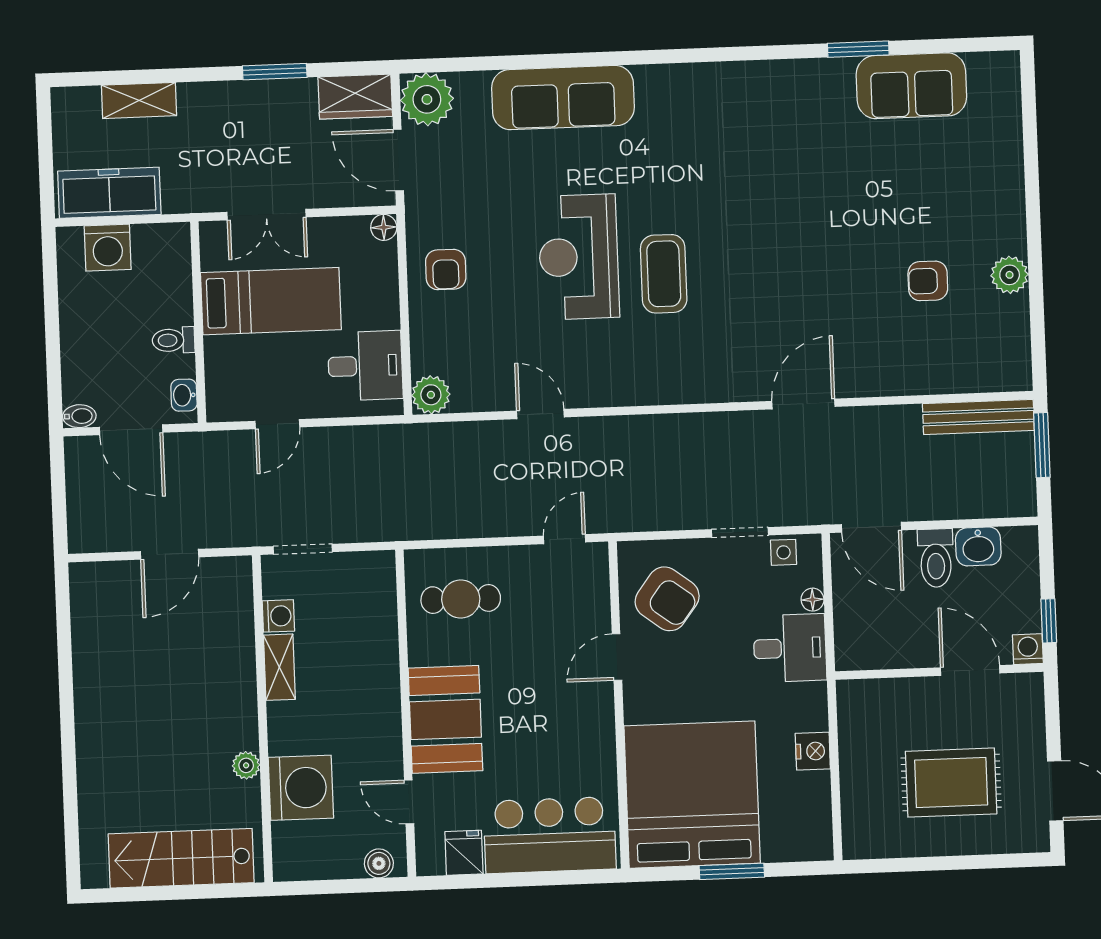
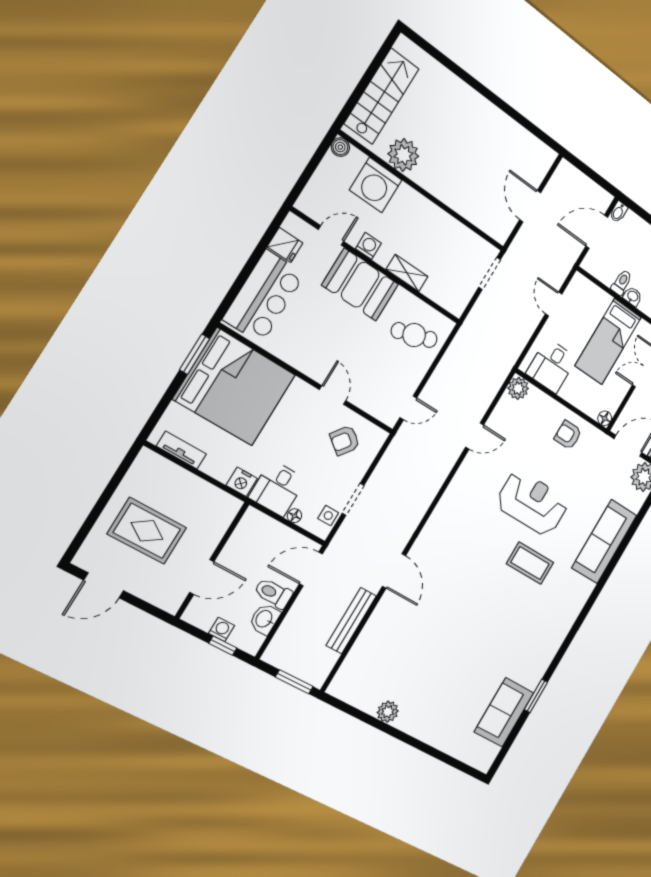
coffee table: (664, 274) -> (530, 563), moved
armchair: (928, 281) -> (411, 669), removed
washbasin: (184, 395) -> (633, 296), moved
bench: (978, 417) -> (351, 621), moved
door: (565, 539) -> (408, 408), hinge flipped
cafe table: (461, 599) -> (414, 335), turned 73
armchair: (667, 599) -> (345, 440), width x0.72, depth x0.72
washing machine: (278, 616) -> (368, 246), moved, turned 180
window: (1049, 621) -> (223, 646), moved
washing machine: (1028, 649) -> (222, 629), moved, turned -90
shelving: (279, 667) -> (407, 273), moved
nightstand: (813, 751) -> (242, 482), moved
plant: (246, 765) -> (403, 155), width x1.88, depth x1.88
rug: (951, 783) -> (147, 531), turned 90
tv unit: (818, 808) -> (181, 450), added
boiler: (379, 863) -> (340, 147), moved
window: (732, 871) -> (195, 354), moved

